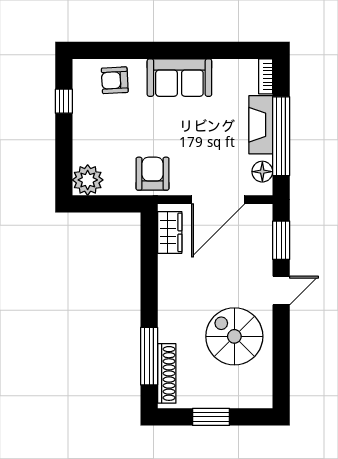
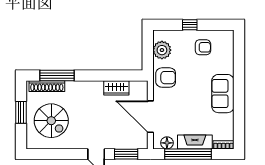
armchair: (115, 80) -> (203, 47), moved, turned 93
window: (64, 101) -> (190, 25), moved
plant: (88, 180) -> (162, 50), moved
wardrobe: (170, 232) -> (116, 88), moved
spiral stairs: (234, 336) -> (51, 121), moved, turned 90

